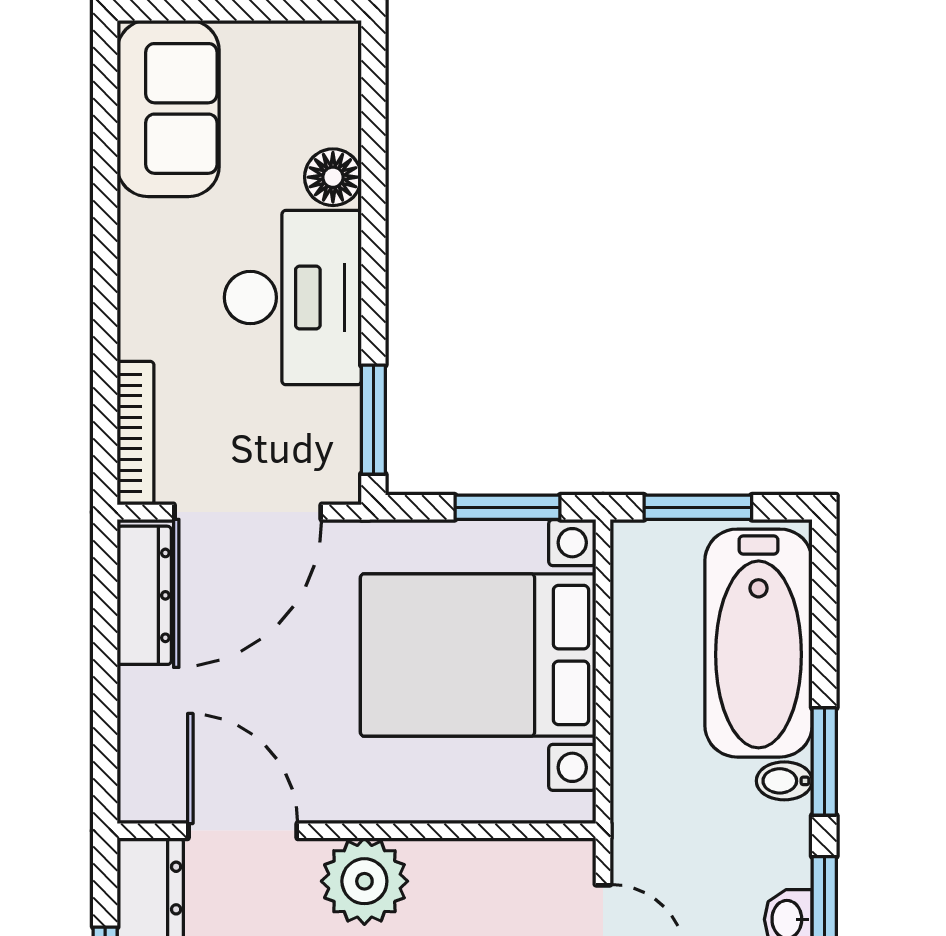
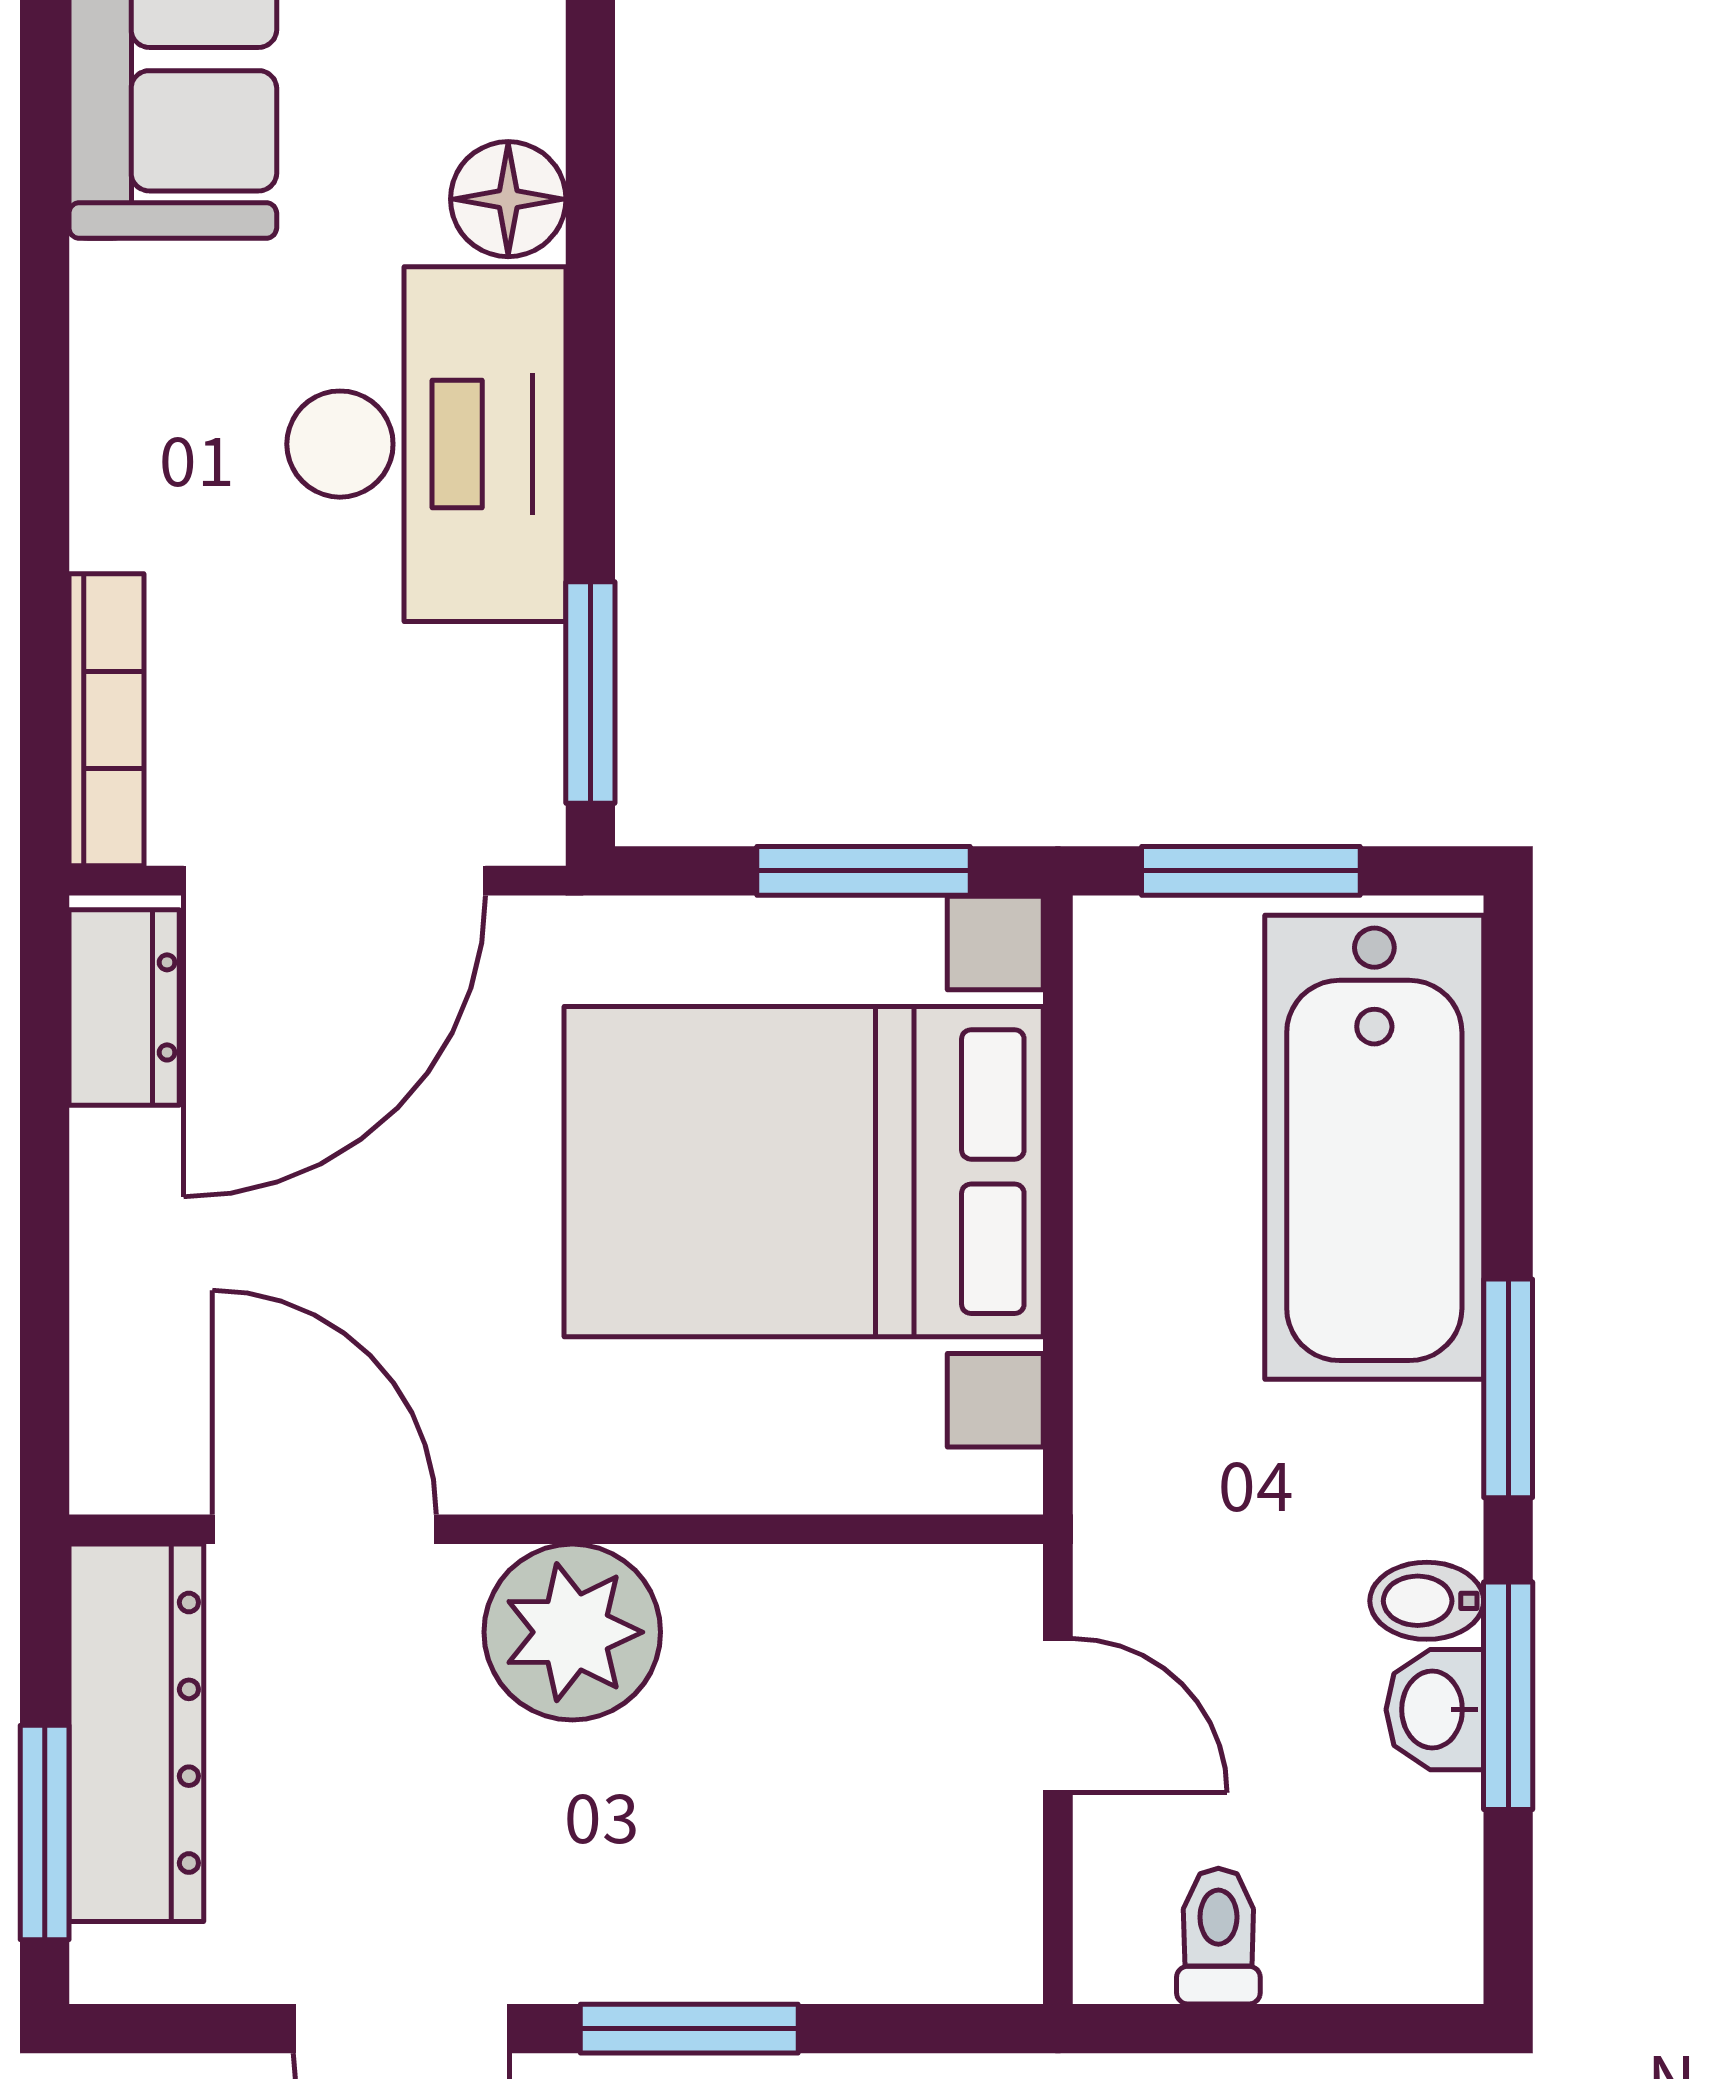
dresser: (144, 595) -> (124, 1007), width x0.70
bidet: (784, 781) -> (1427, 1601), moved

